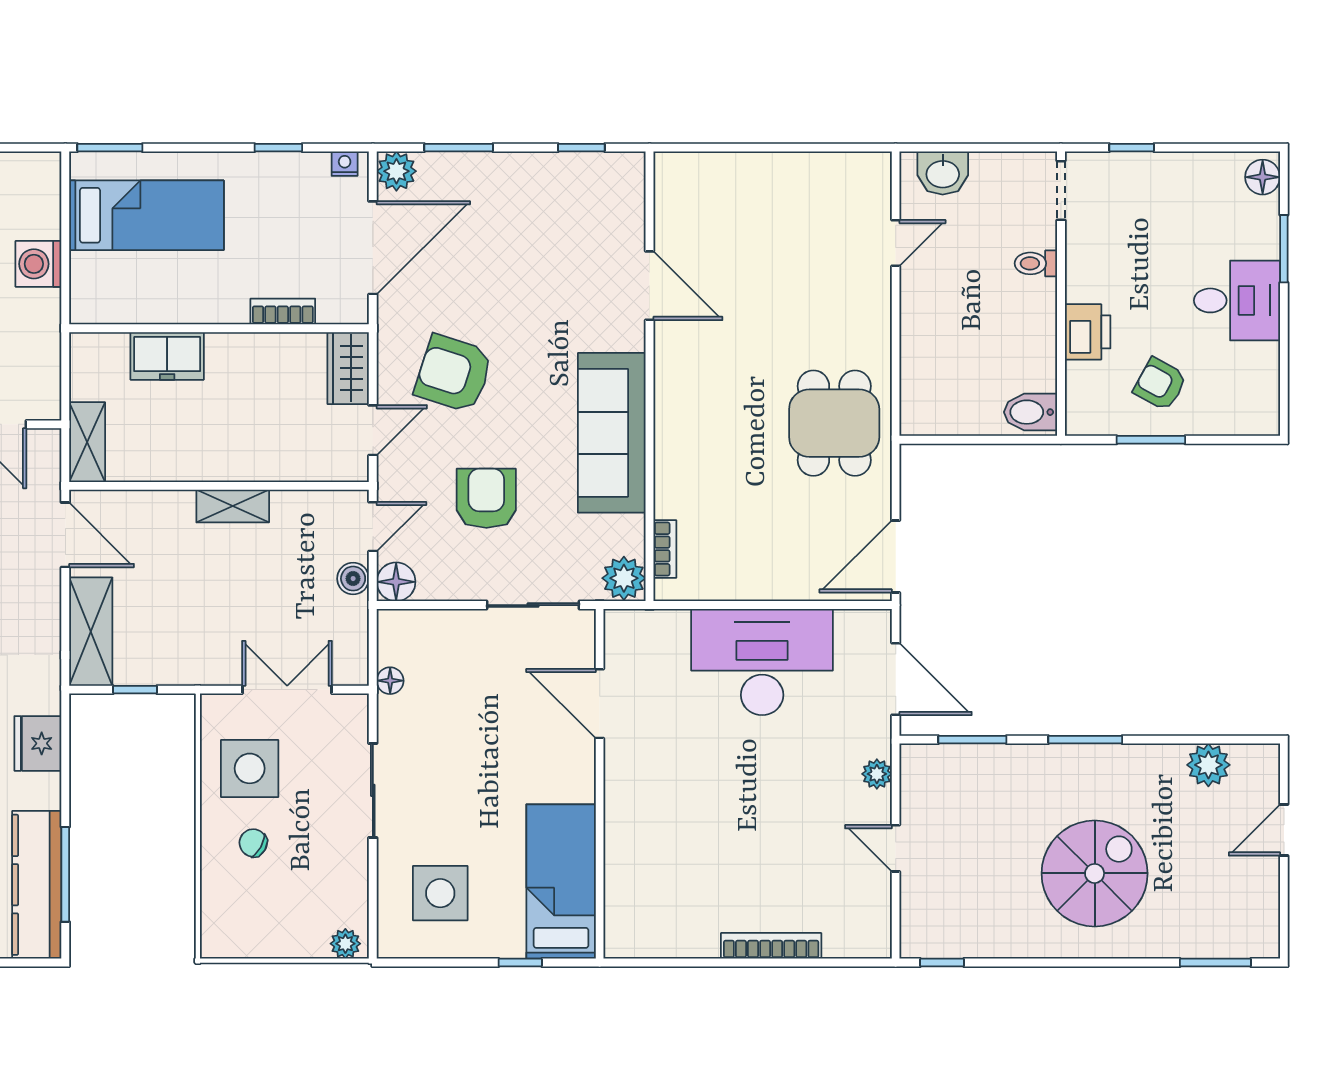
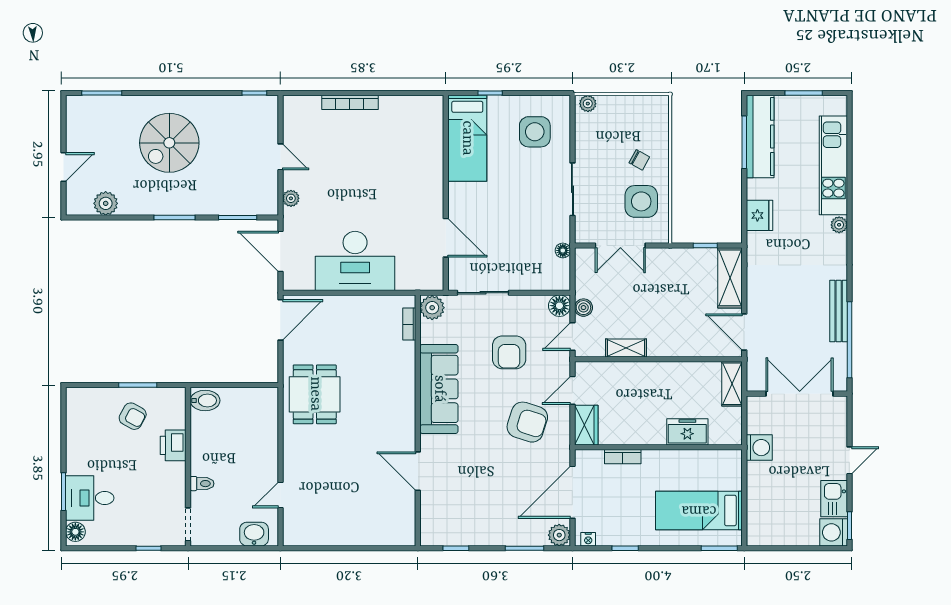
washing machine: (38, 264) -> (759, 448), moved
desk: (1237, 300) -> (90, 498), moved
shelving: (233, 506) -> (626, 348), moved

